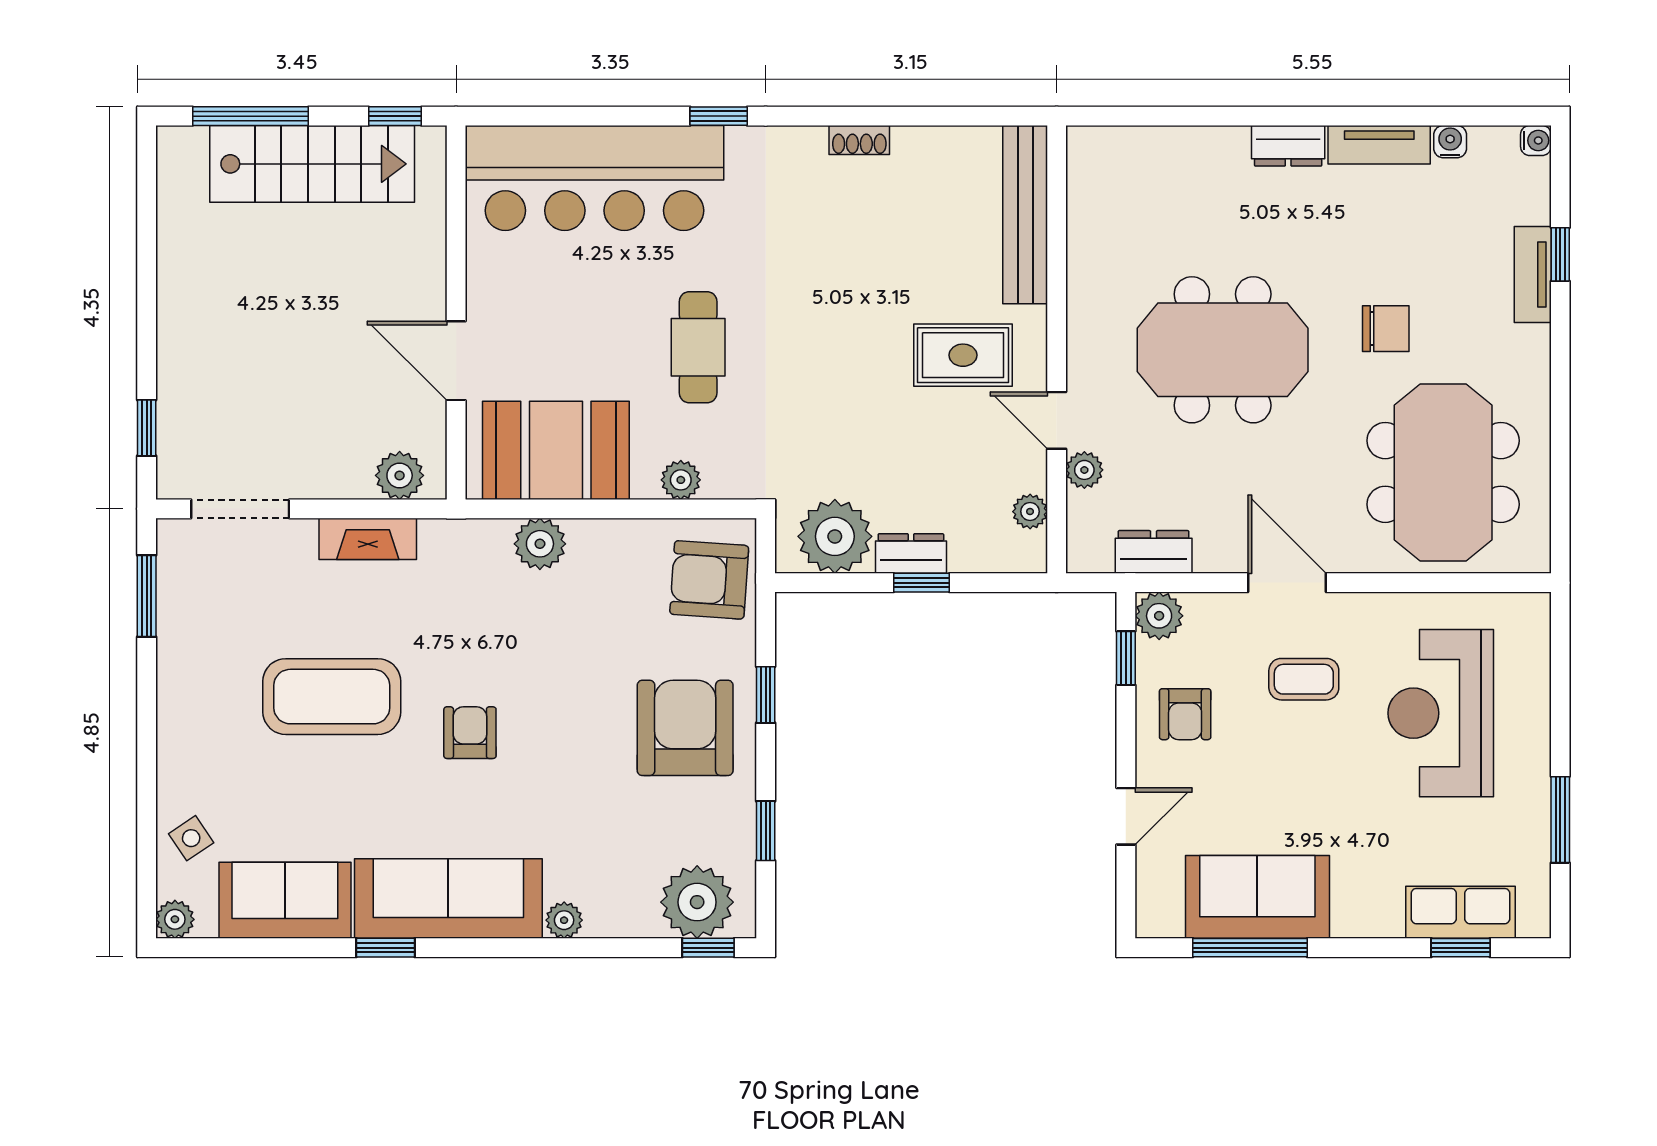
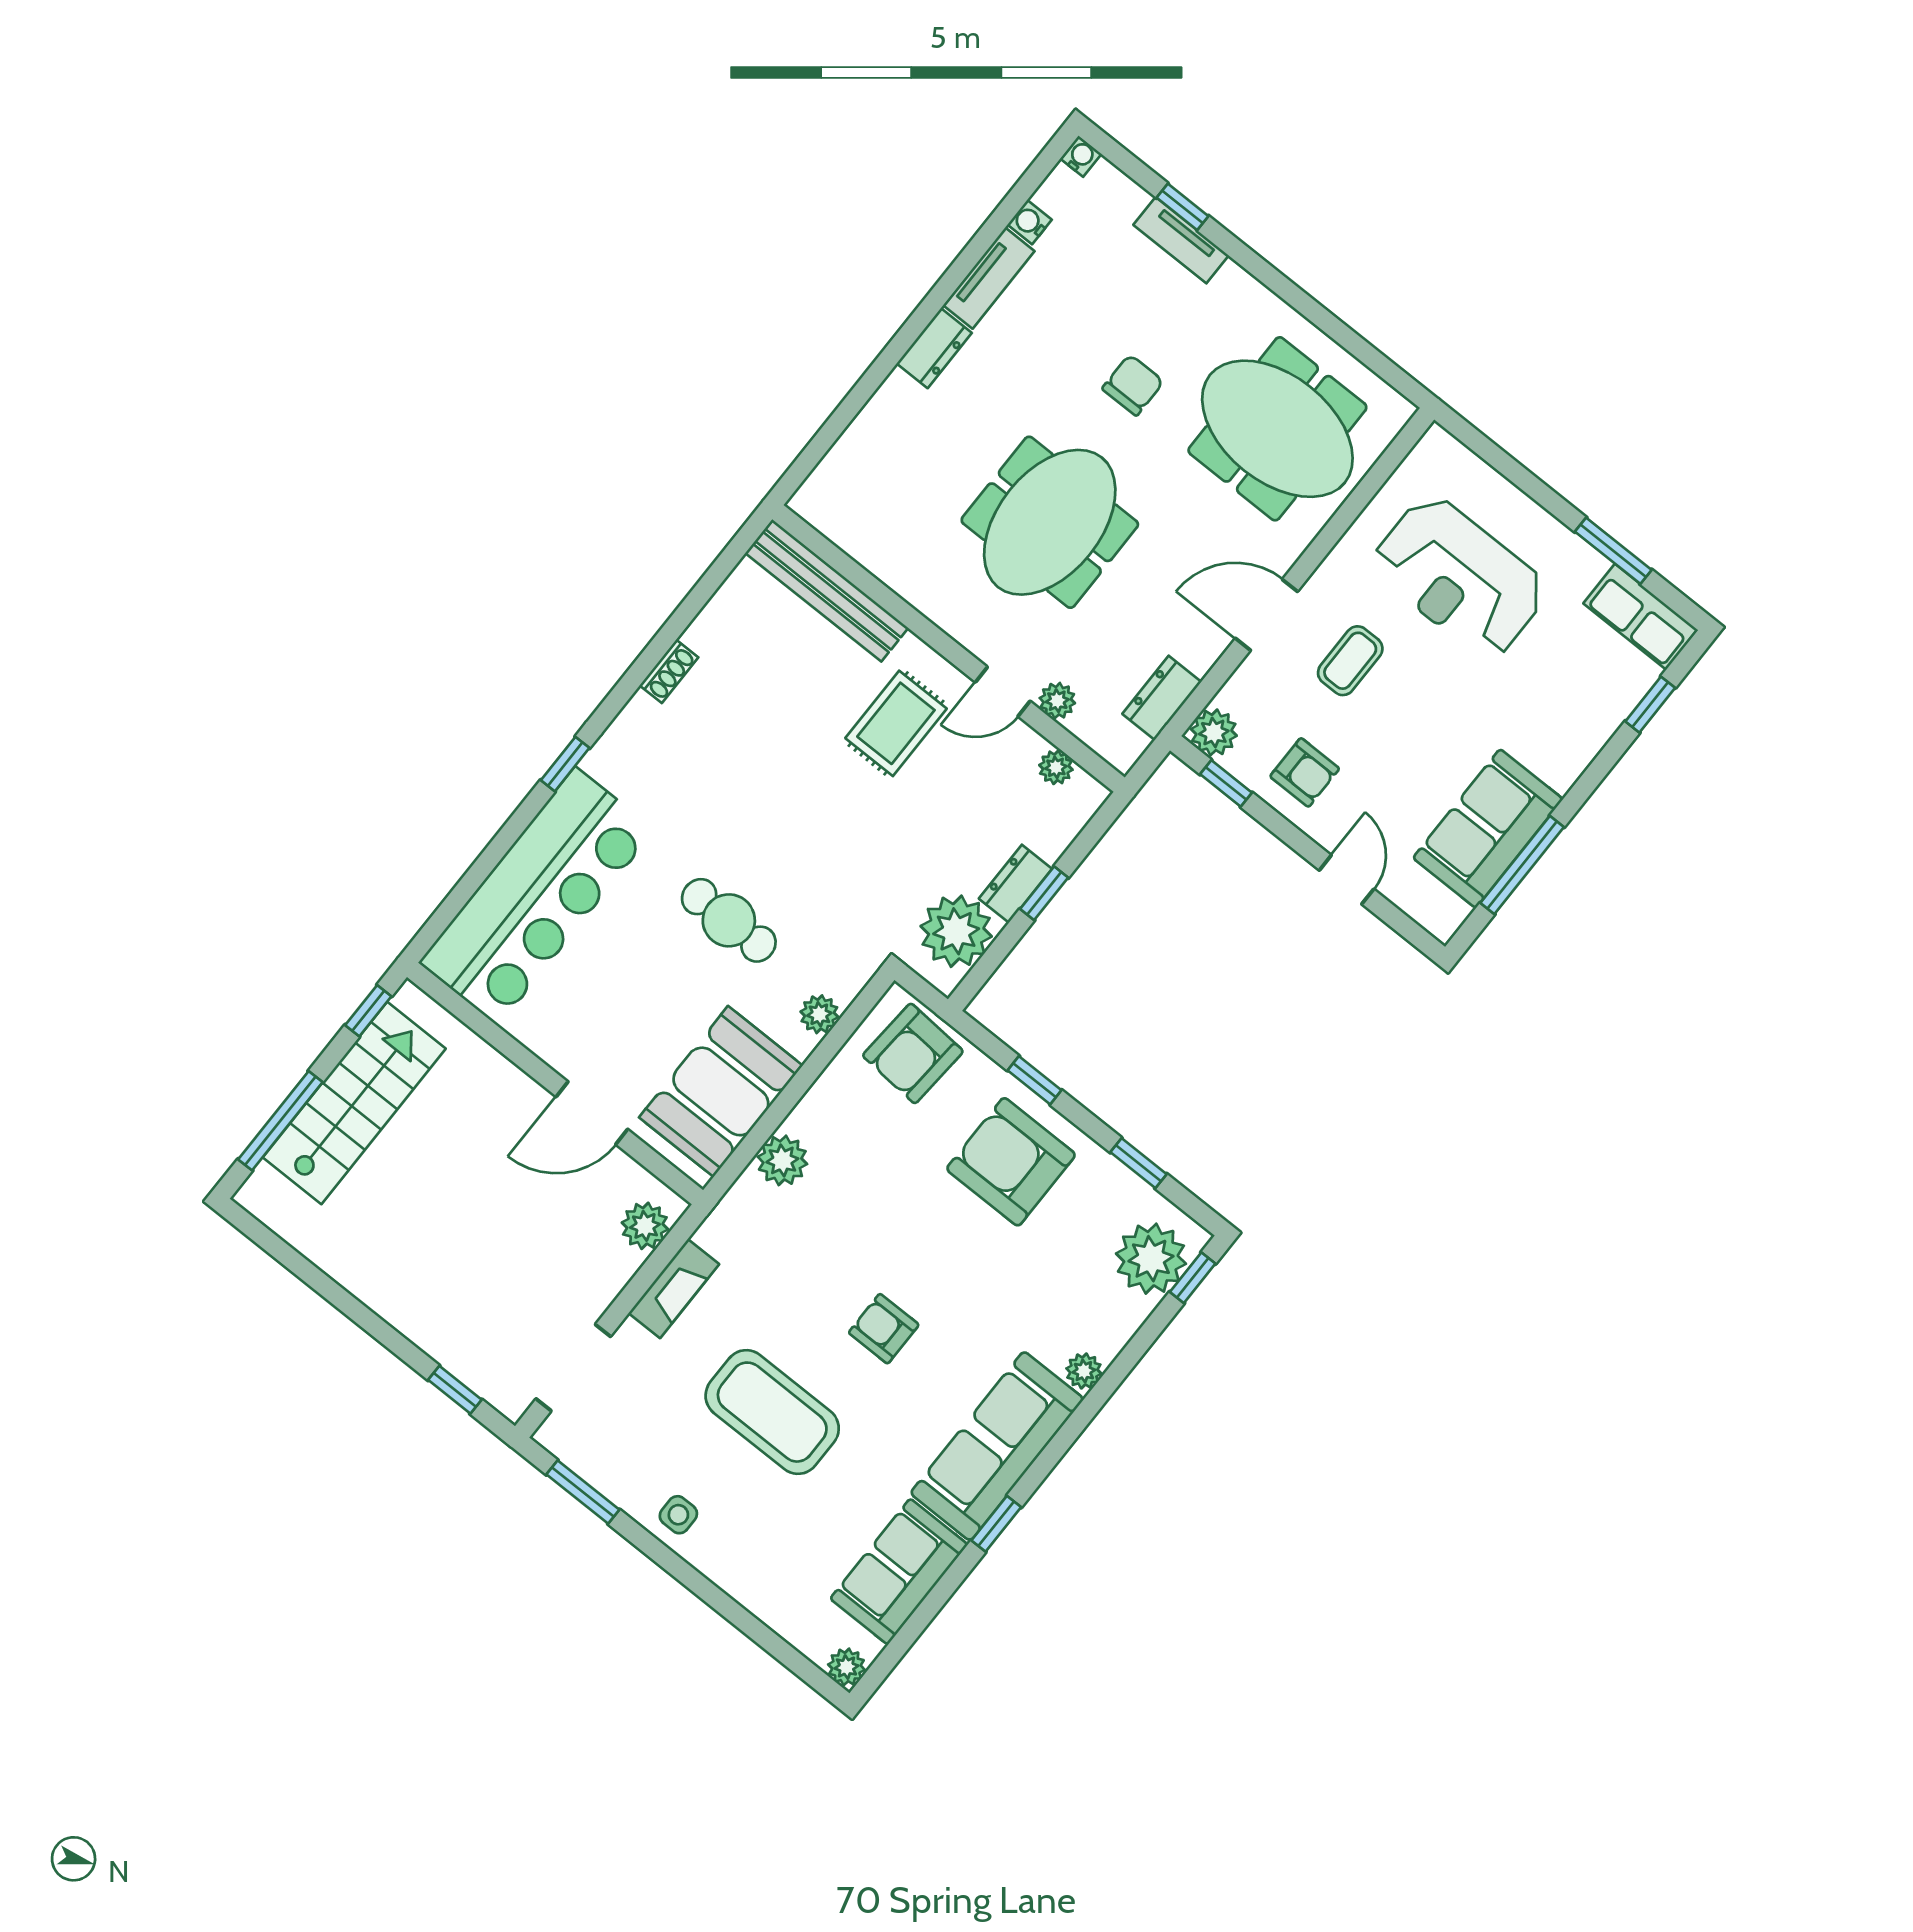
coffee table: (332, 697) -> (772, 1412), turned 90
side table: (191, 838) -> (678, 1515), moved, turned 34
row of seats: (1461, 912) -> (1641, 617), moved, turned -90

